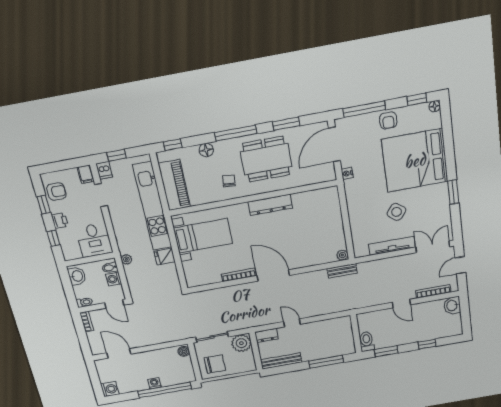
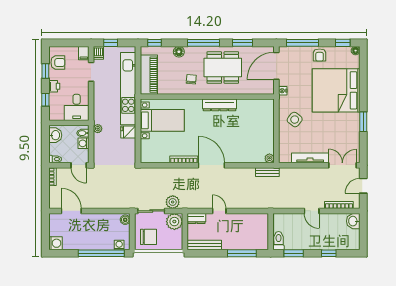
side table: (397, 212) -> (295, 120), moved
plant: (235, 323) -> (173, 202), added
washing machine: (154, 383) -> (119, 245), moved

